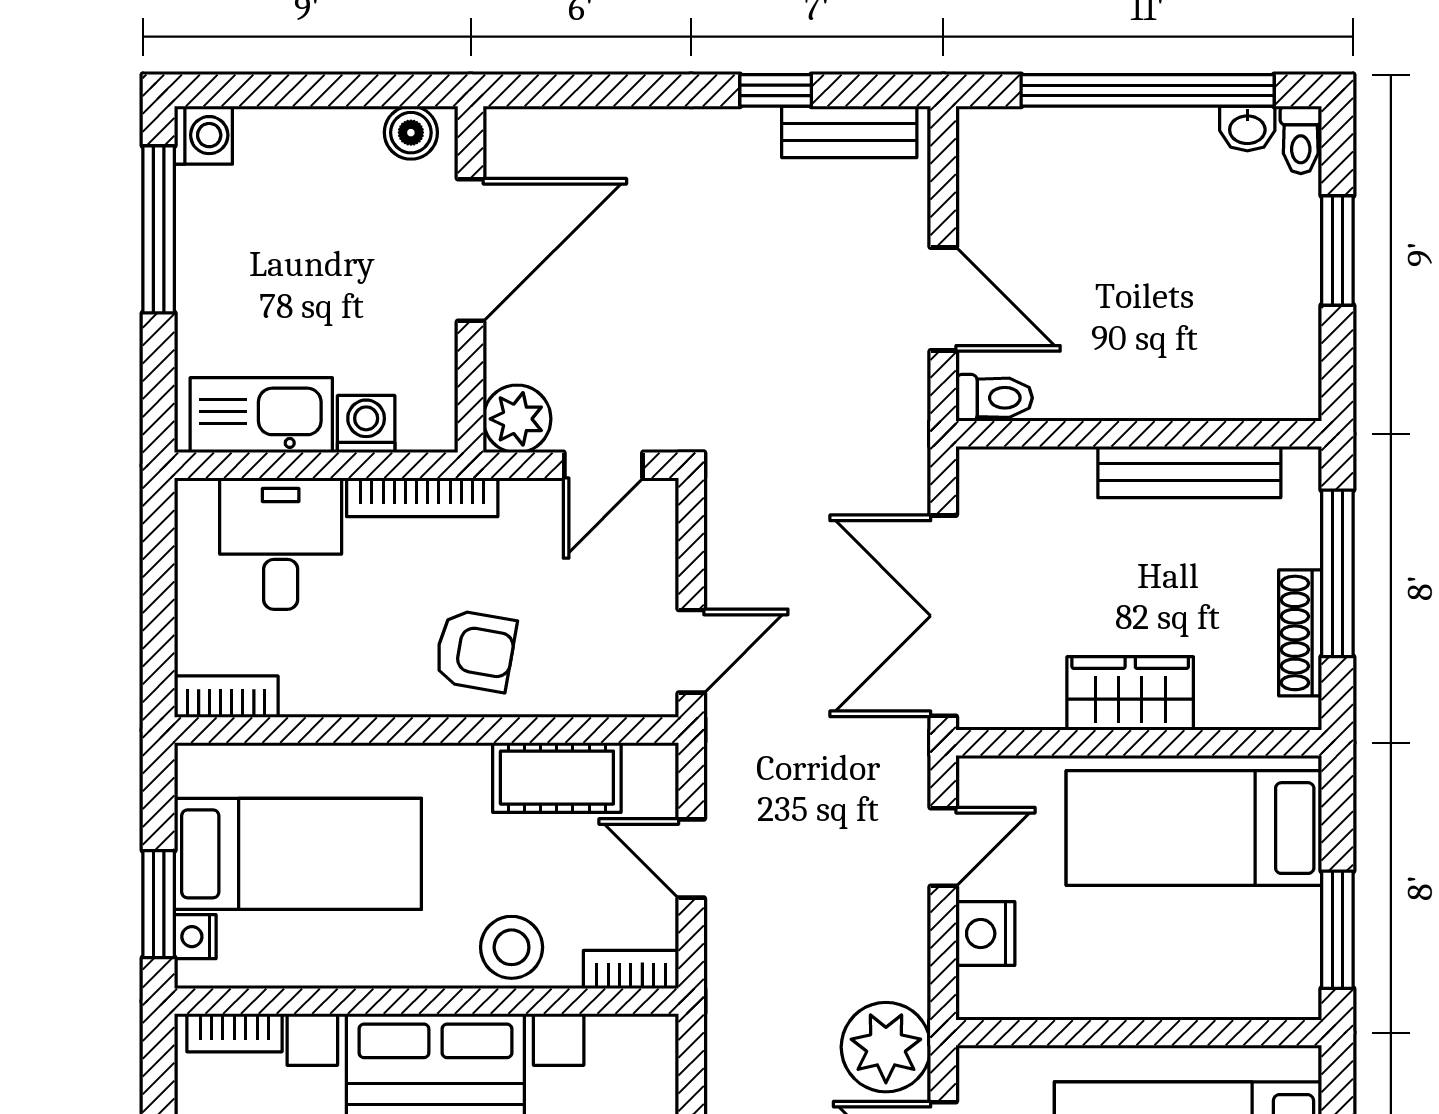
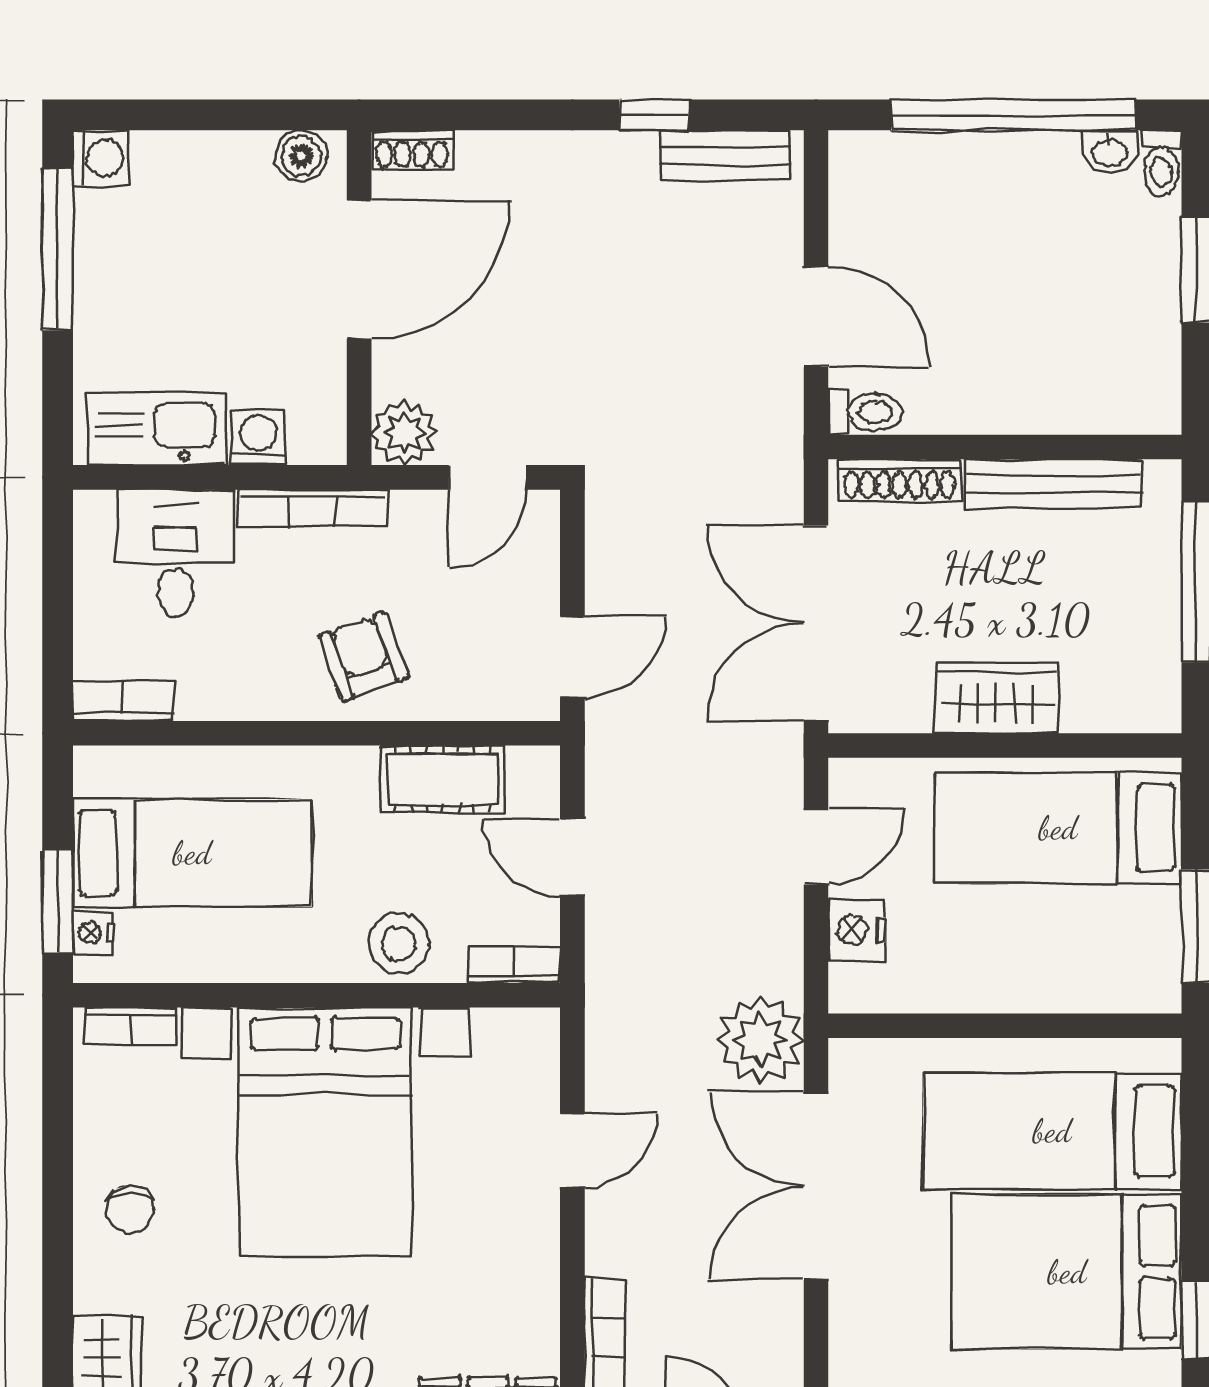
shoe rack: (525, 126) -> (412, 150), added
shoe rack: (1300, 633) -> (900, 480), moved, turned -90
armchair: (475, 651) -> (364, 656), turned -120

